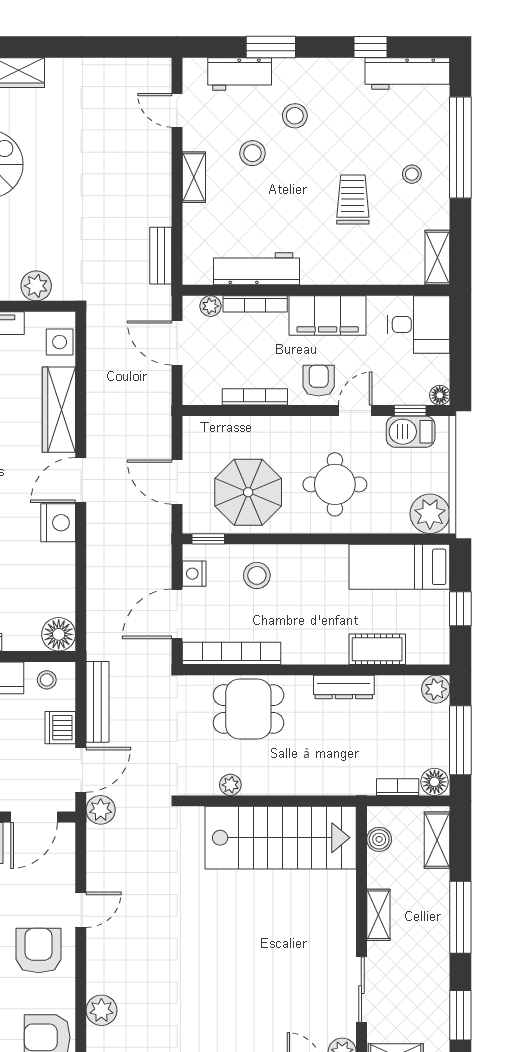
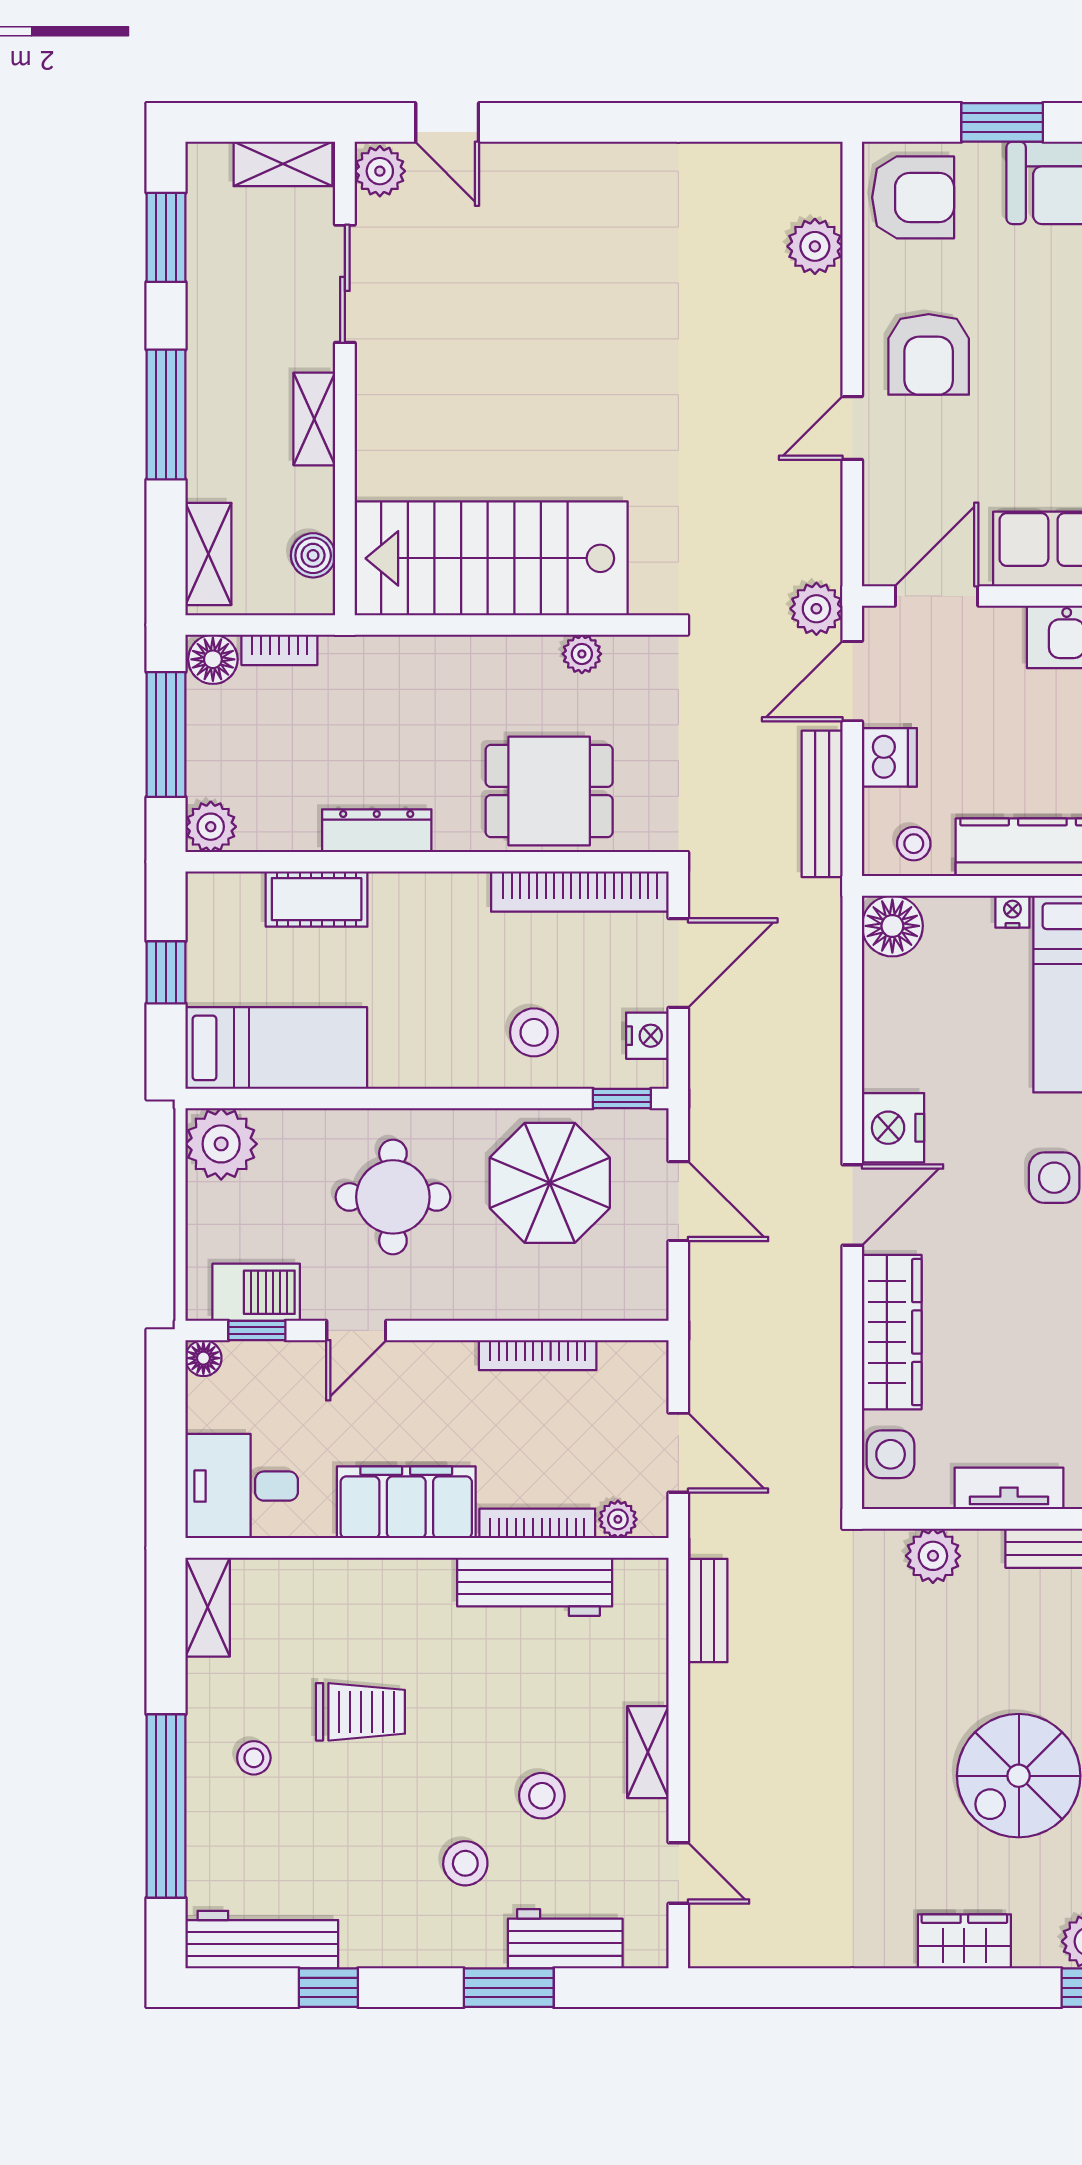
trolley: (353, 200) -> (360, 1712), turned -90
armchair: (319, 381) -> (422, 1385), removed

